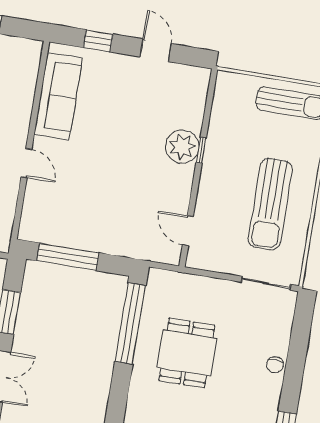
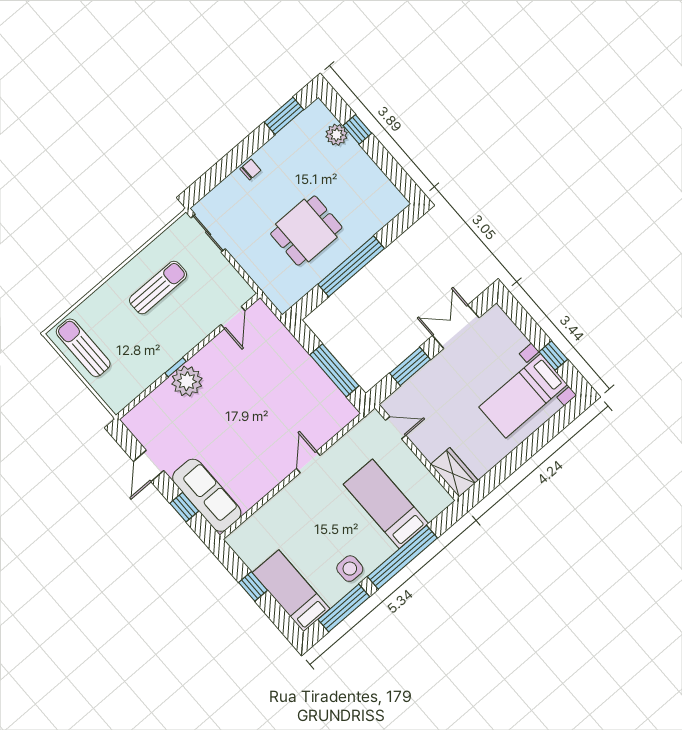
sofa: (58, 96) -> (207, 495), moved, turned 90
sun lounger: (270, 204) -> (158, 287), width x0.73, depth x0.75
window: (130, 324) -> (351, 266), moved

